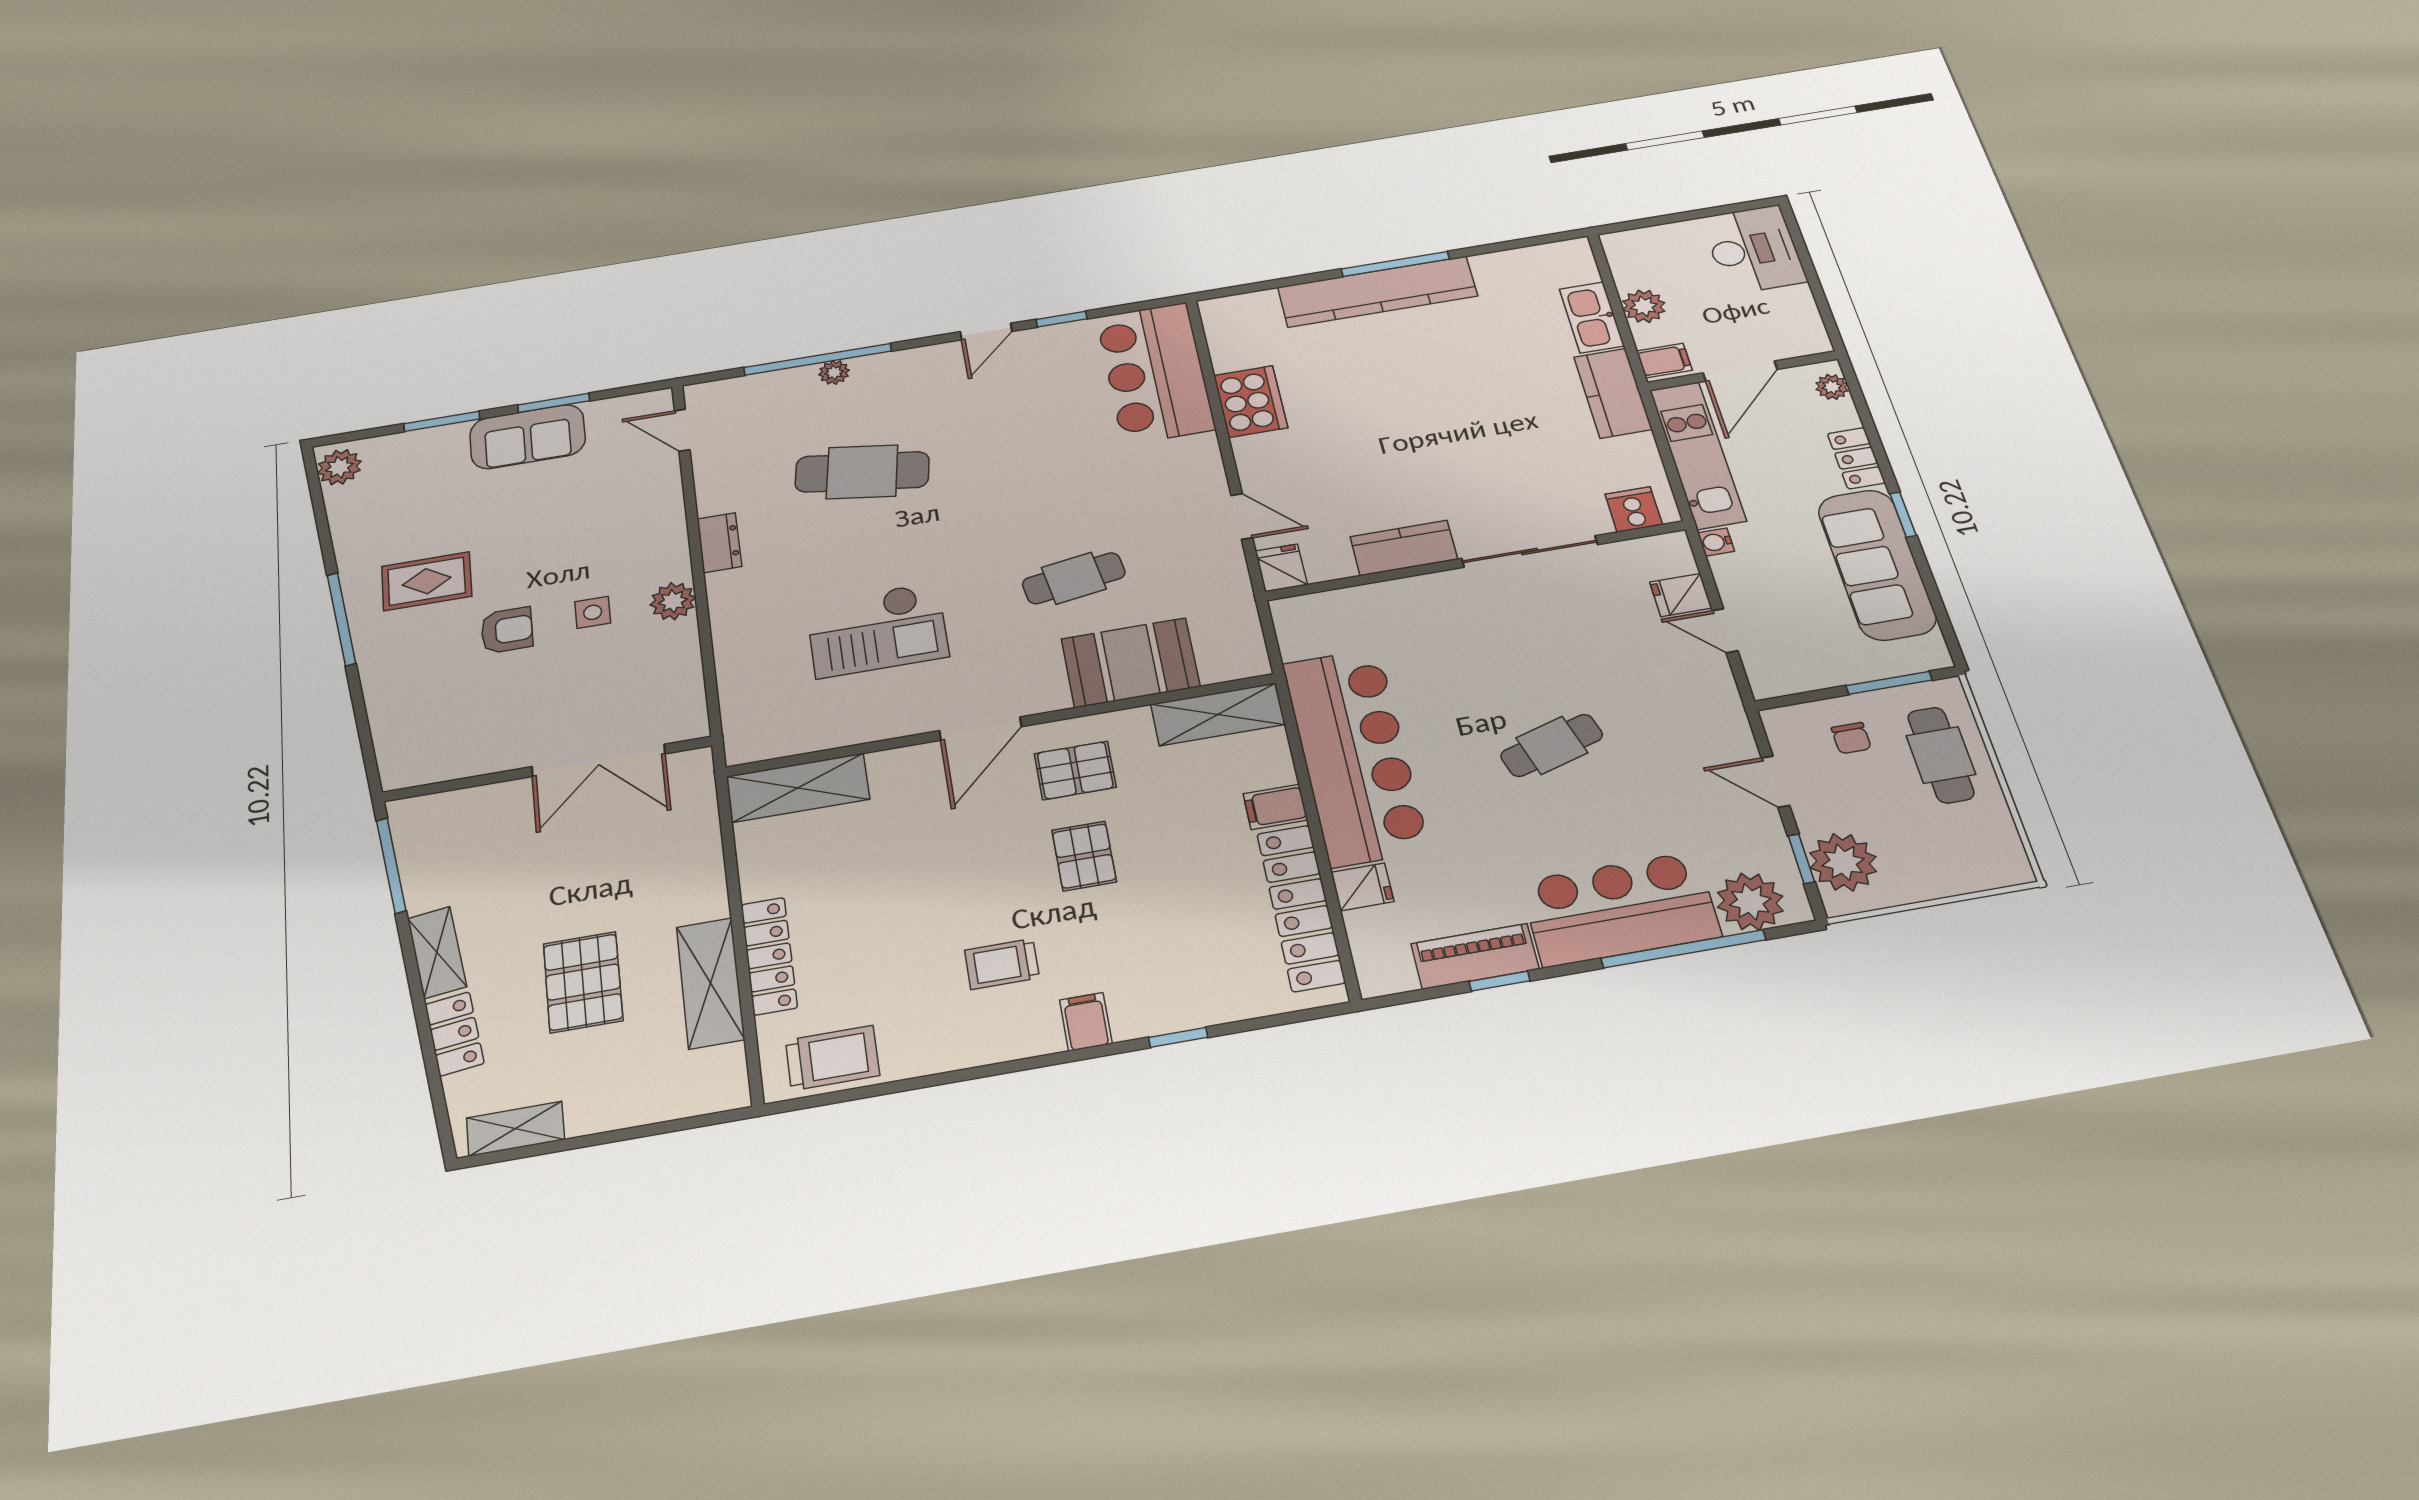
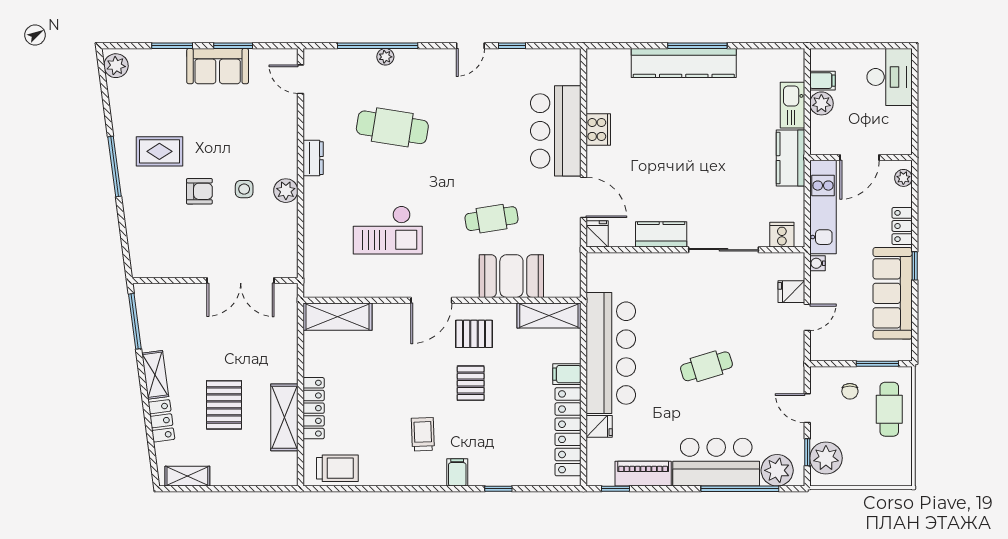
filing cabinet: (1664, 361) -> (822, 81), moved
bar counter: (1155, 373) -> (556, 131), moved
cooker: (1251, 401) -> (598, 129), width x0.73, depth x0.76
door: (1242, 516) -> (583, 197), width x1.38
door: (1725, 631) -> (807, 317), swing flipped
trolley: (1002, 964) -> (423, 434), turned 88
window: (1499, 981) -> (615, 489), moved

